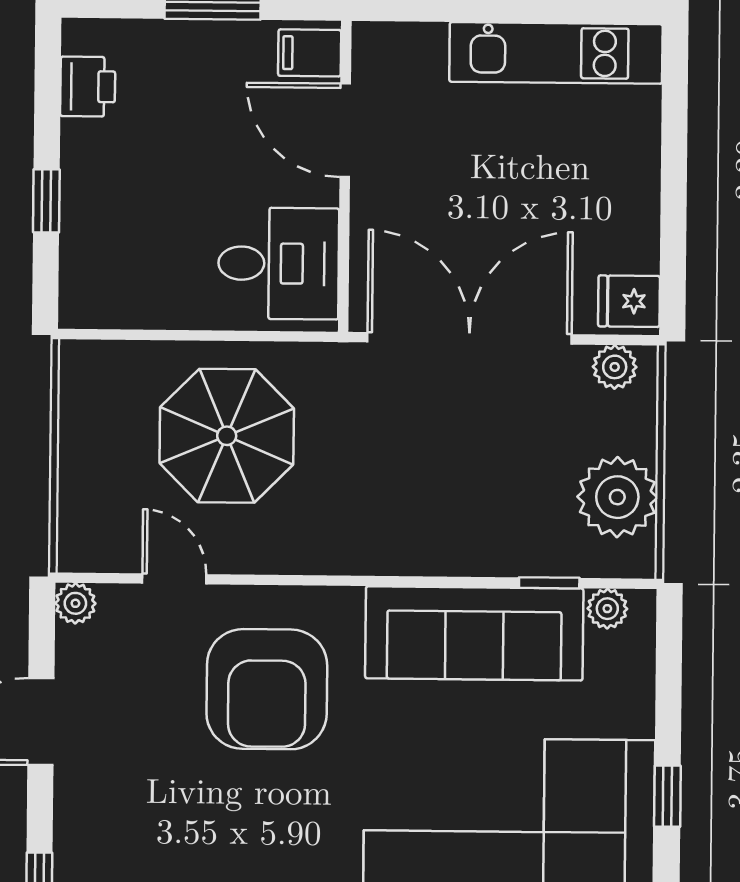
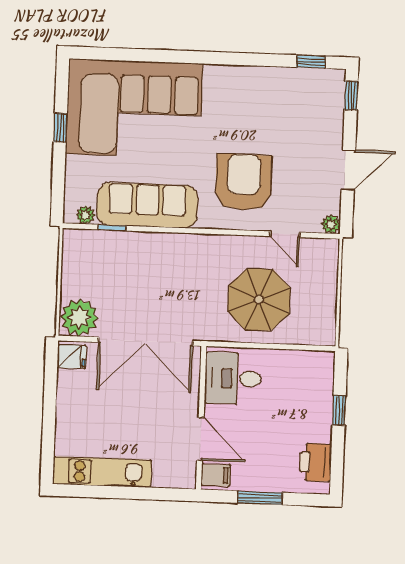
printer: (88, 87) -> (316, 462), width x1.36, depth x1.24
plant: (615, 367) -> (79, 317), width x1.88, depth x1.88
plant: (617, 497) -> (80, 266), removed

